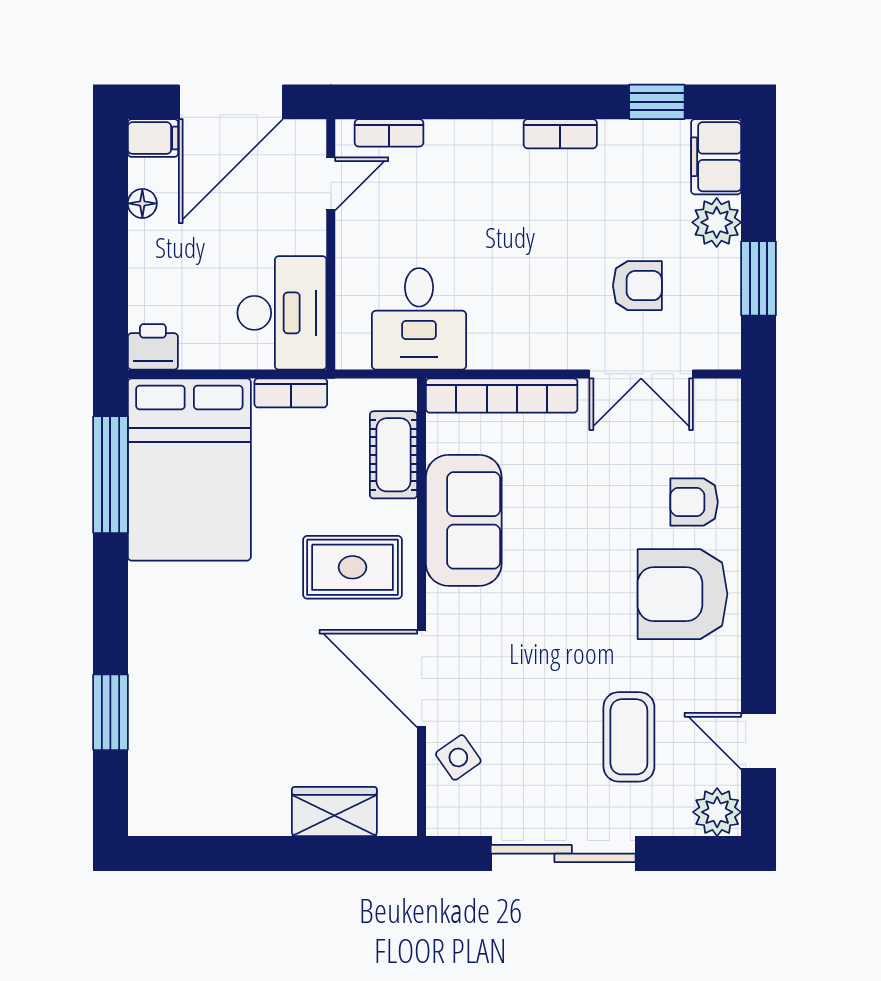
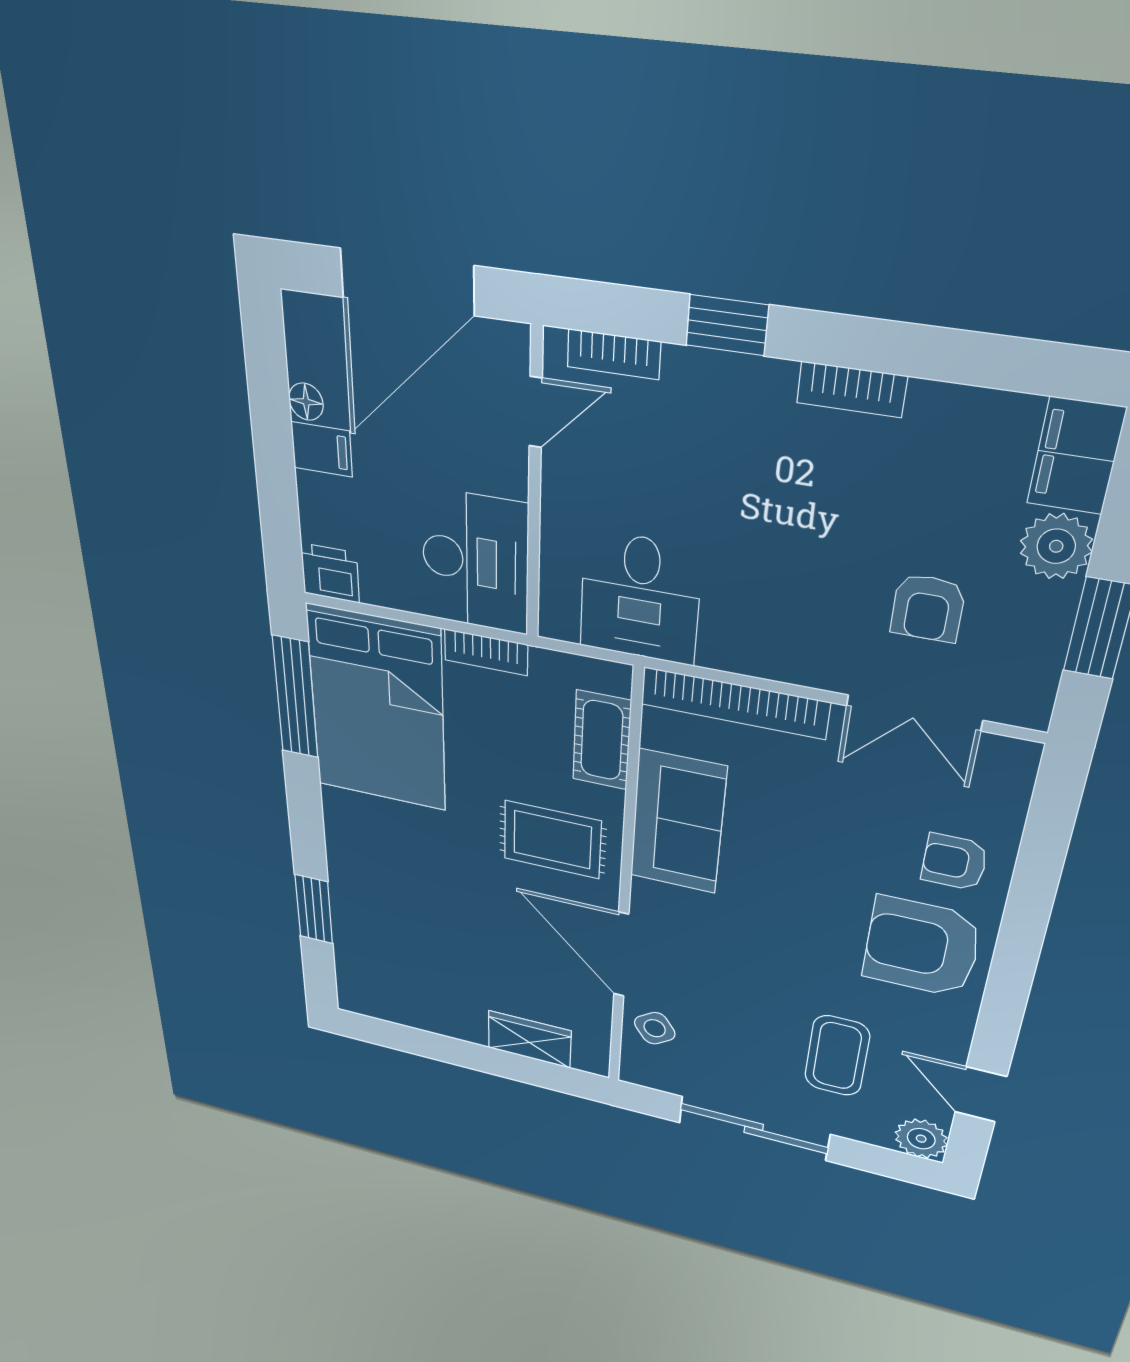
window: (657, 102) -> (727, 325), moved
filing cabinet: (153, 138) -> (322, 449), moved
armchair: (637, 286) -> (928, 608), turned 90

